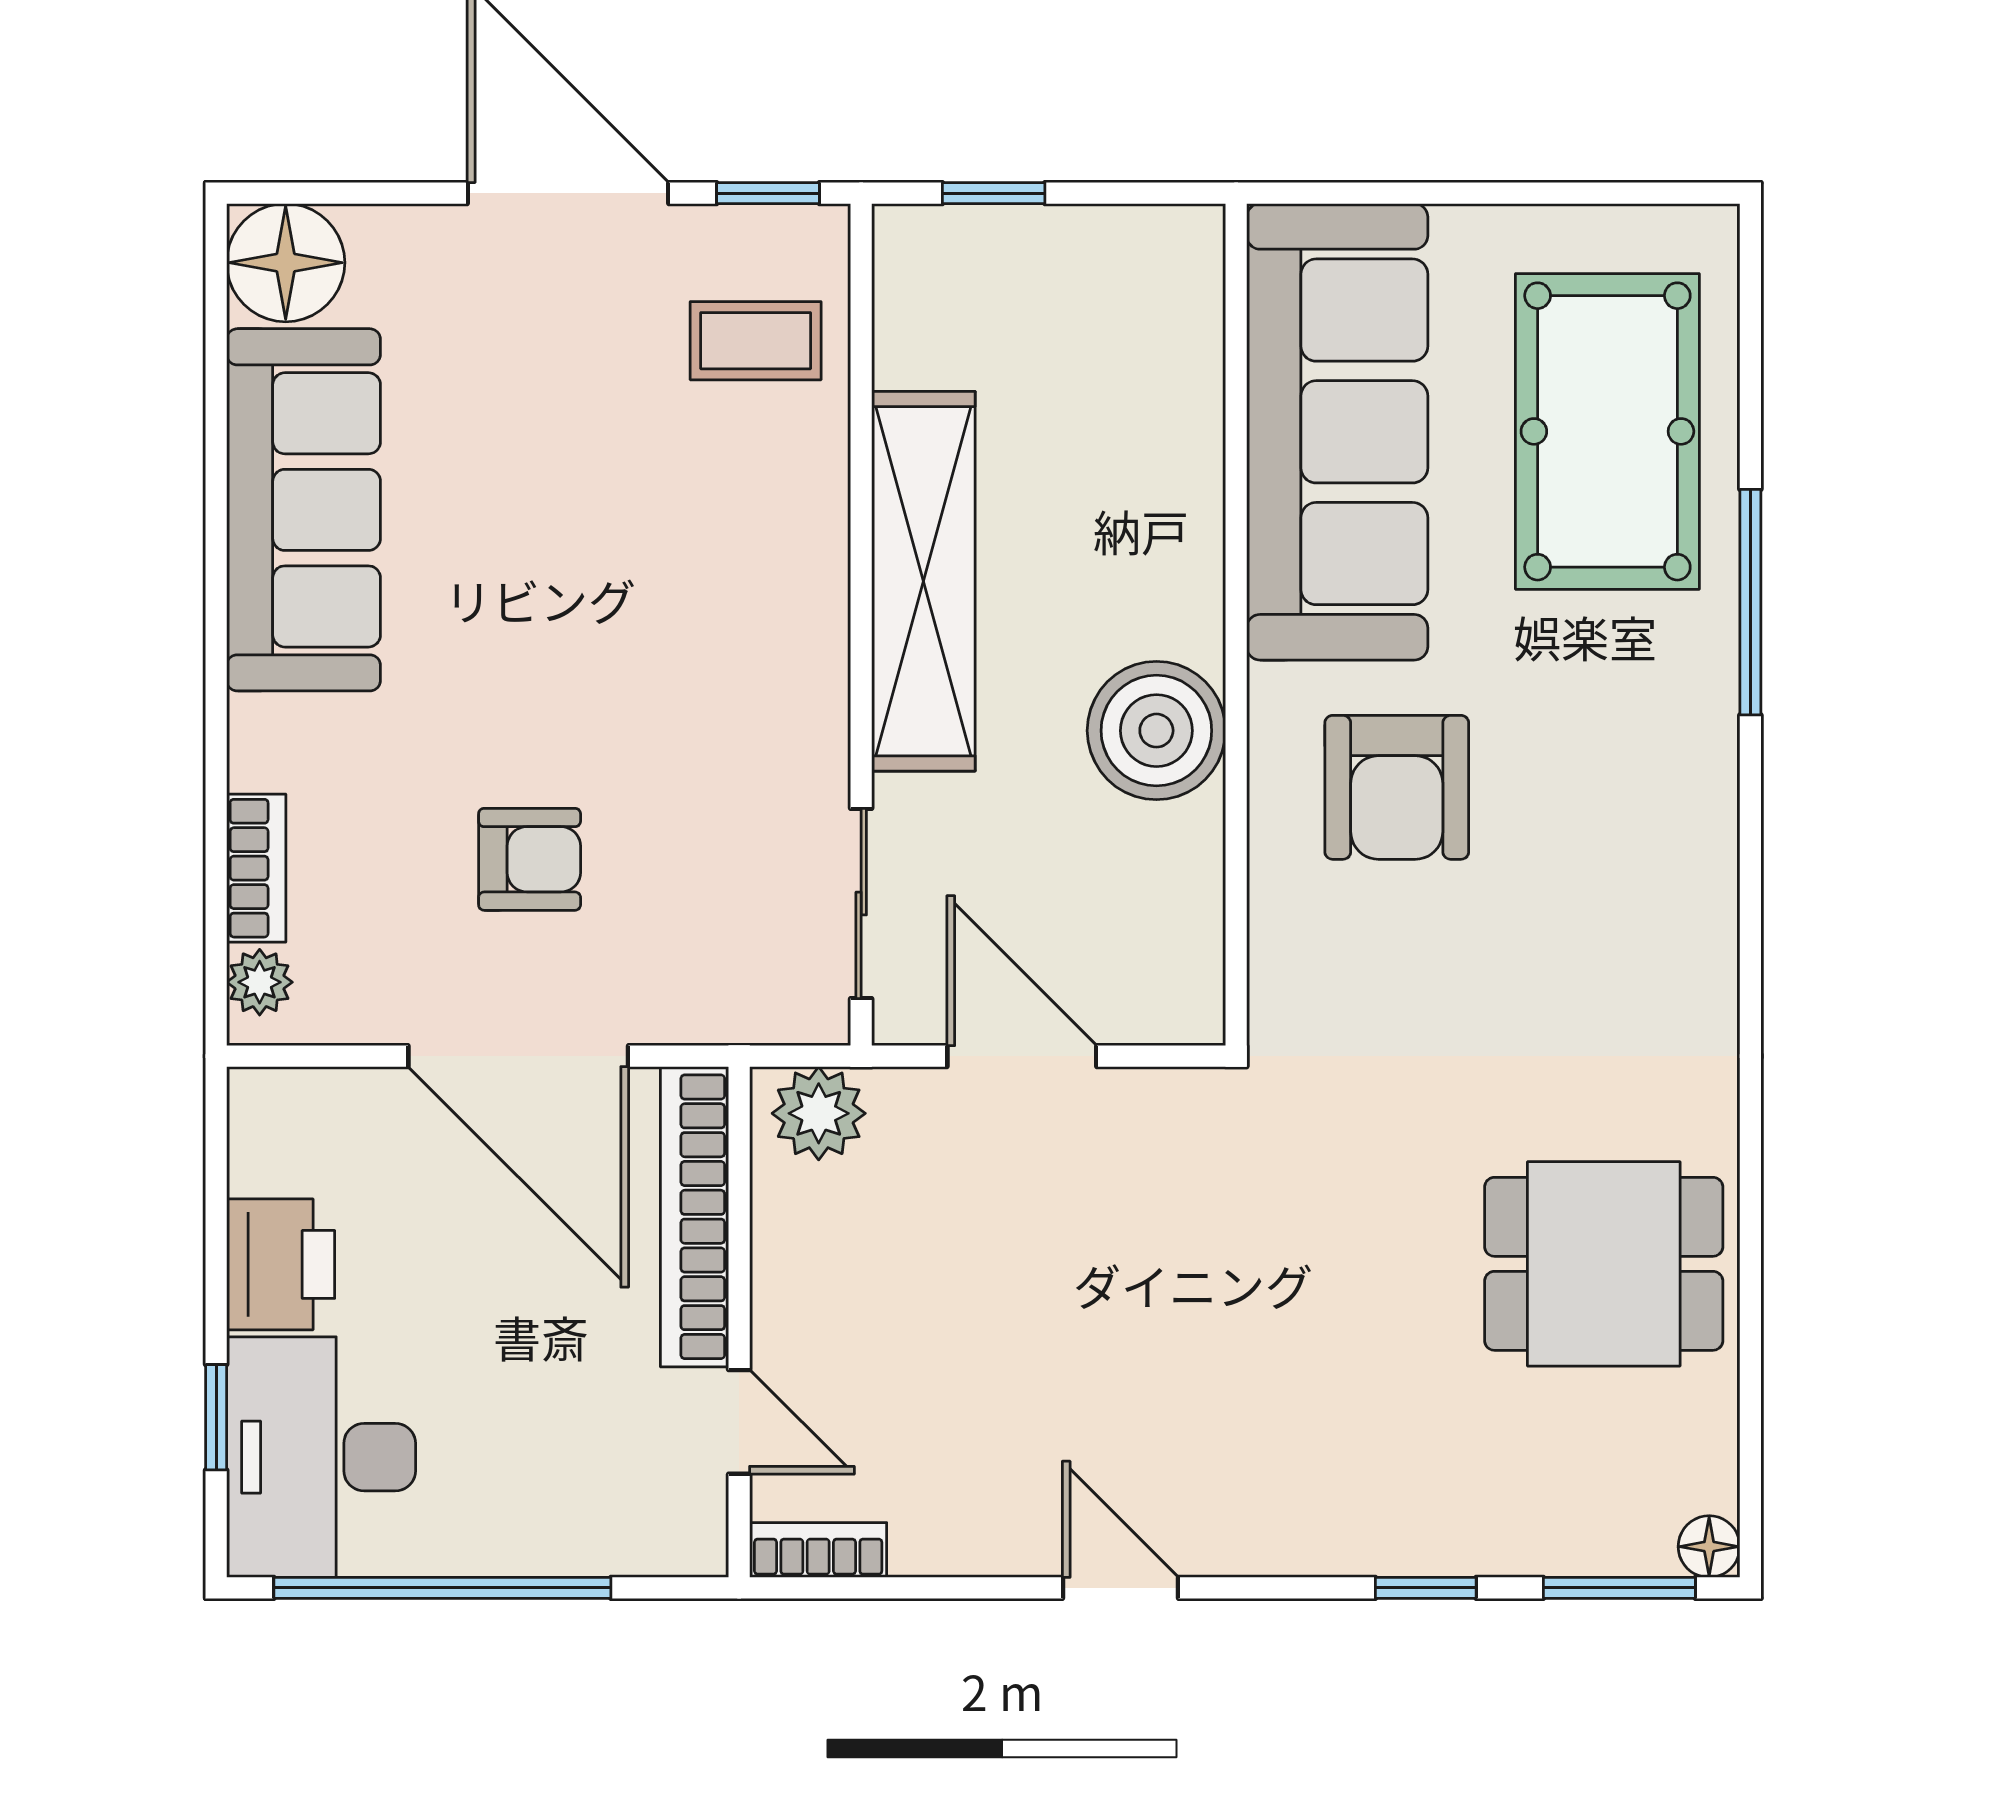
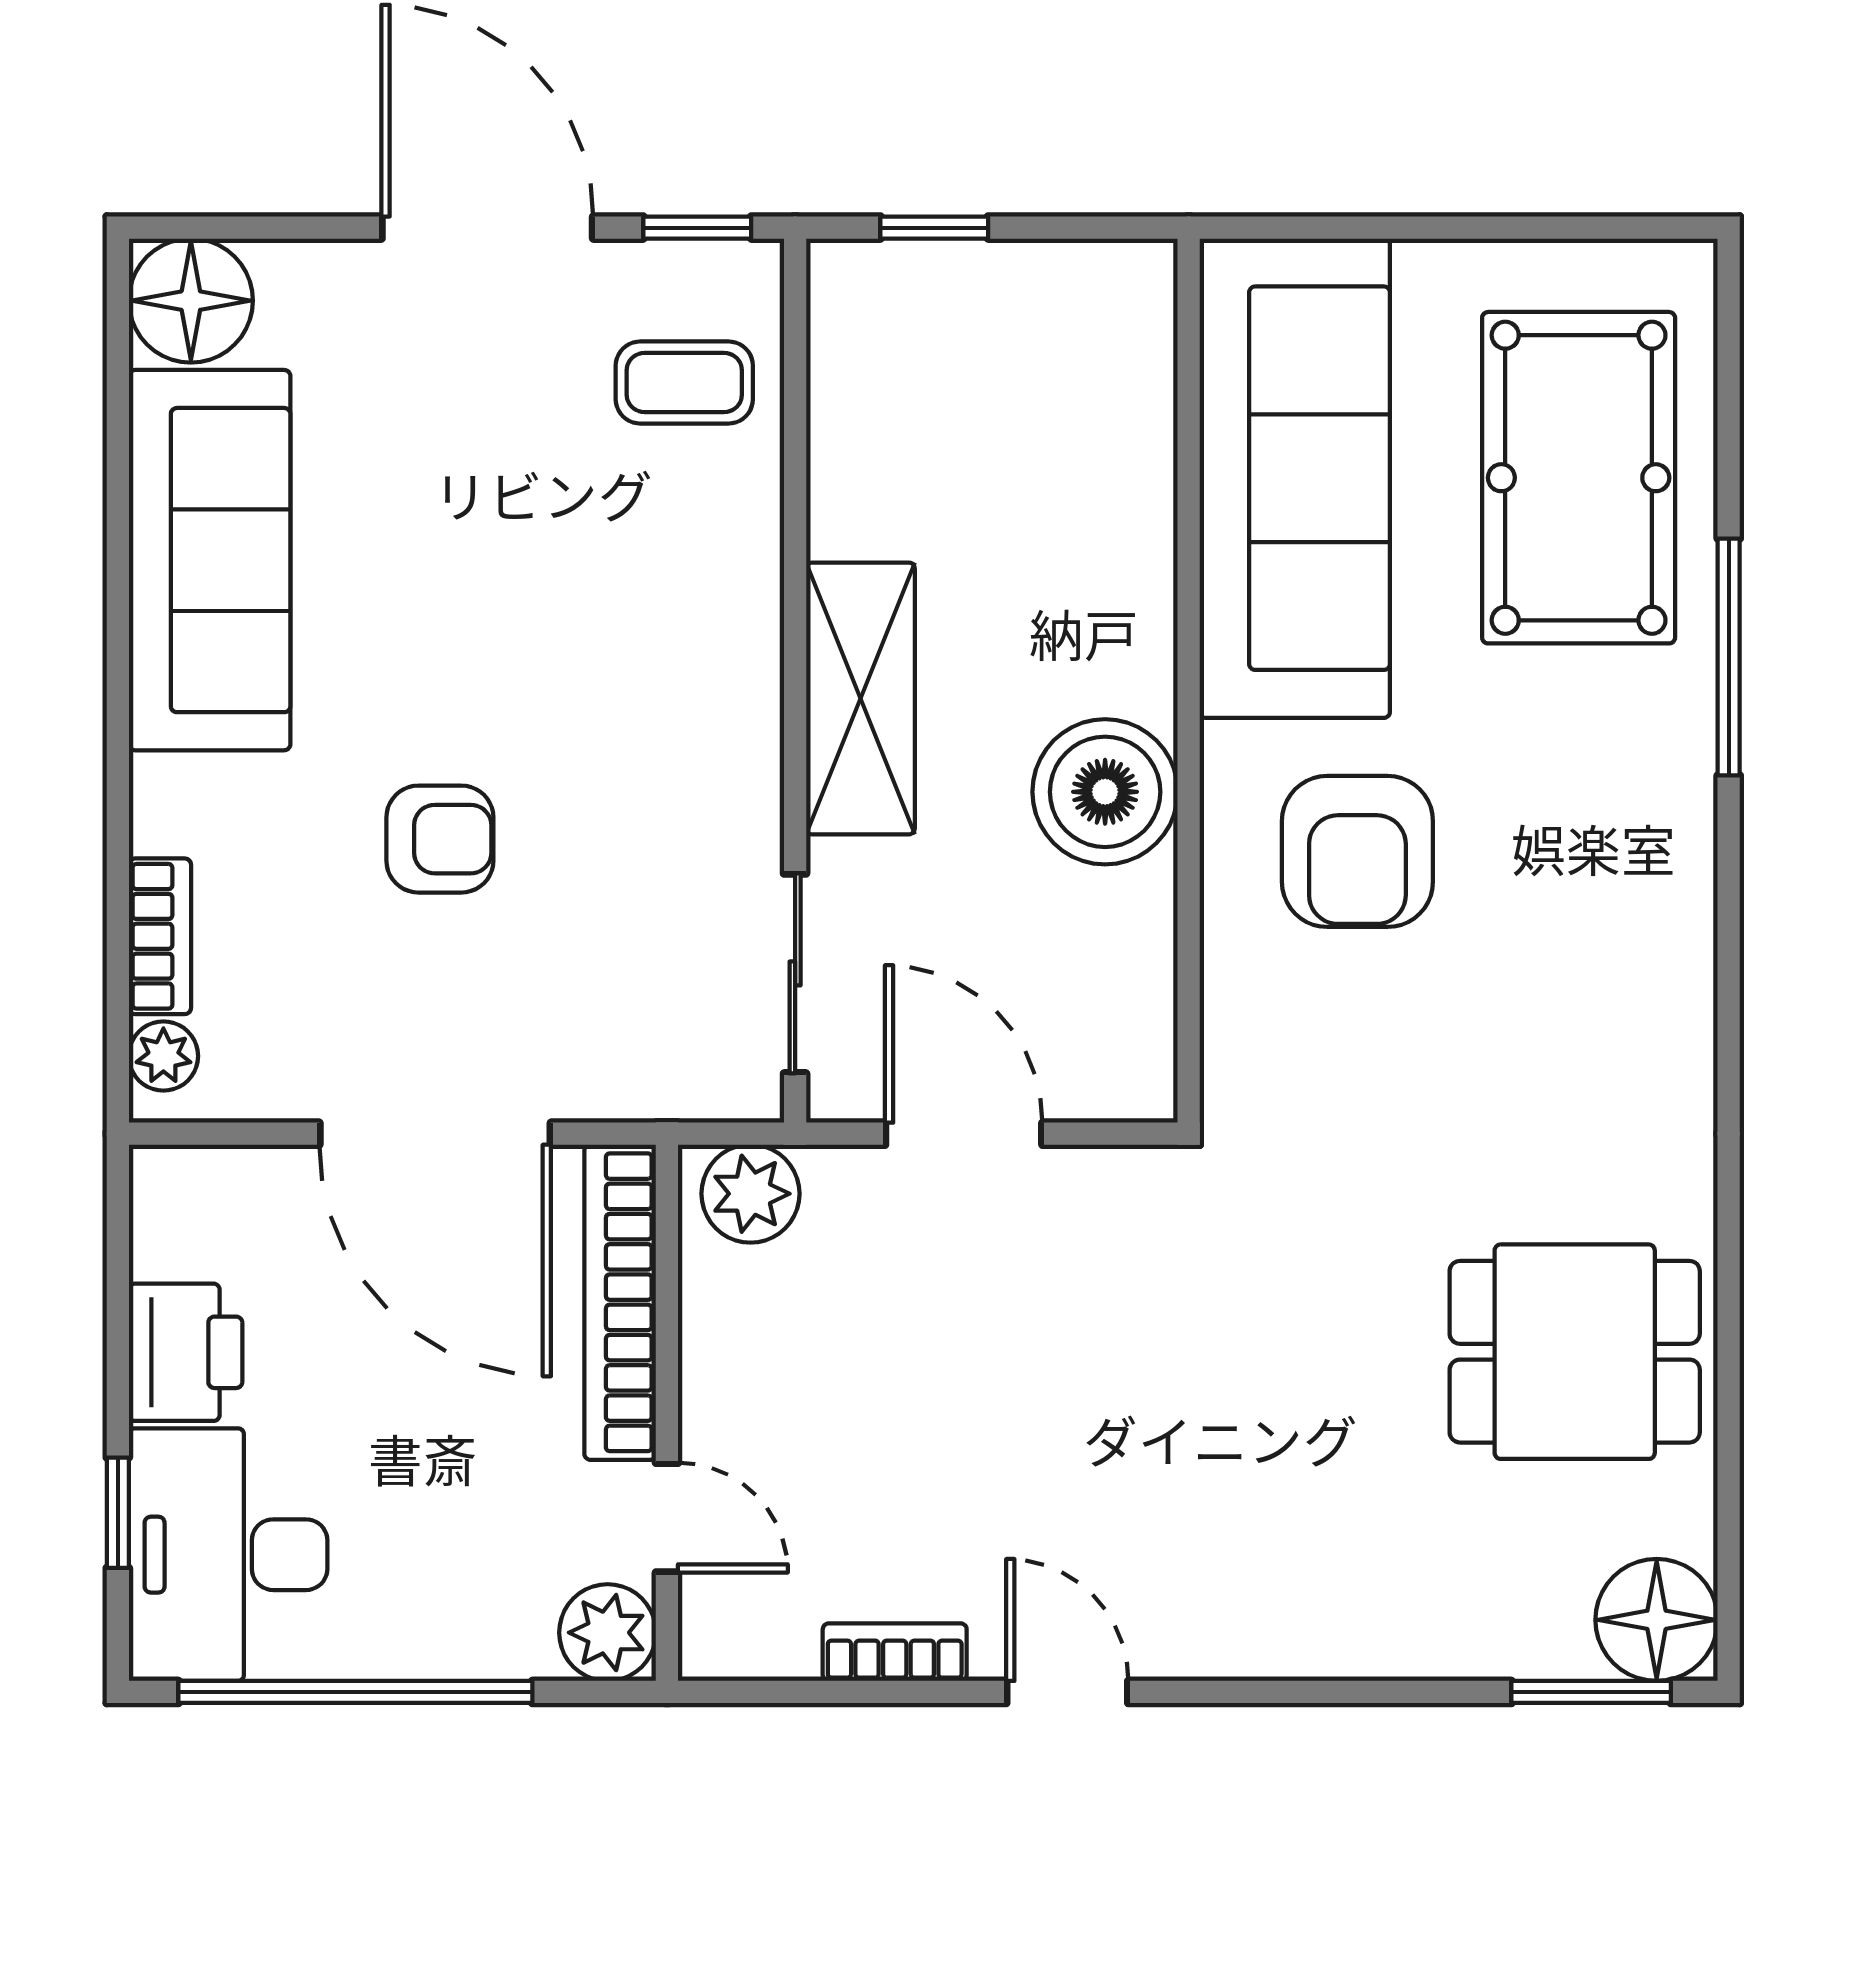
shelving: (923, 581) -> (860, 698), width x0.68
armchair: (530, 859) -> (440, 839), moved
plant: (683, 1531) -> (608, 1633), added
floor lamp: (1709, 1547) -> (1657, 1620), width x1.89, depth x1.89
bookcase: (818, 1550) -> (895, 1652), moved
window: (1426, 1588) -> (1388, 1692), removed

